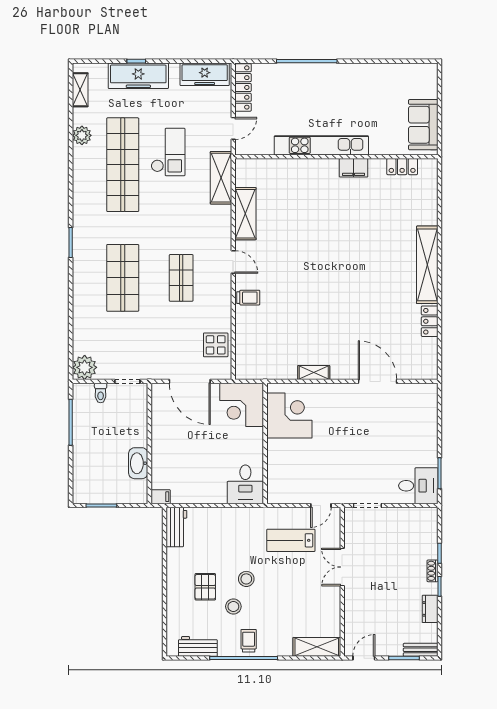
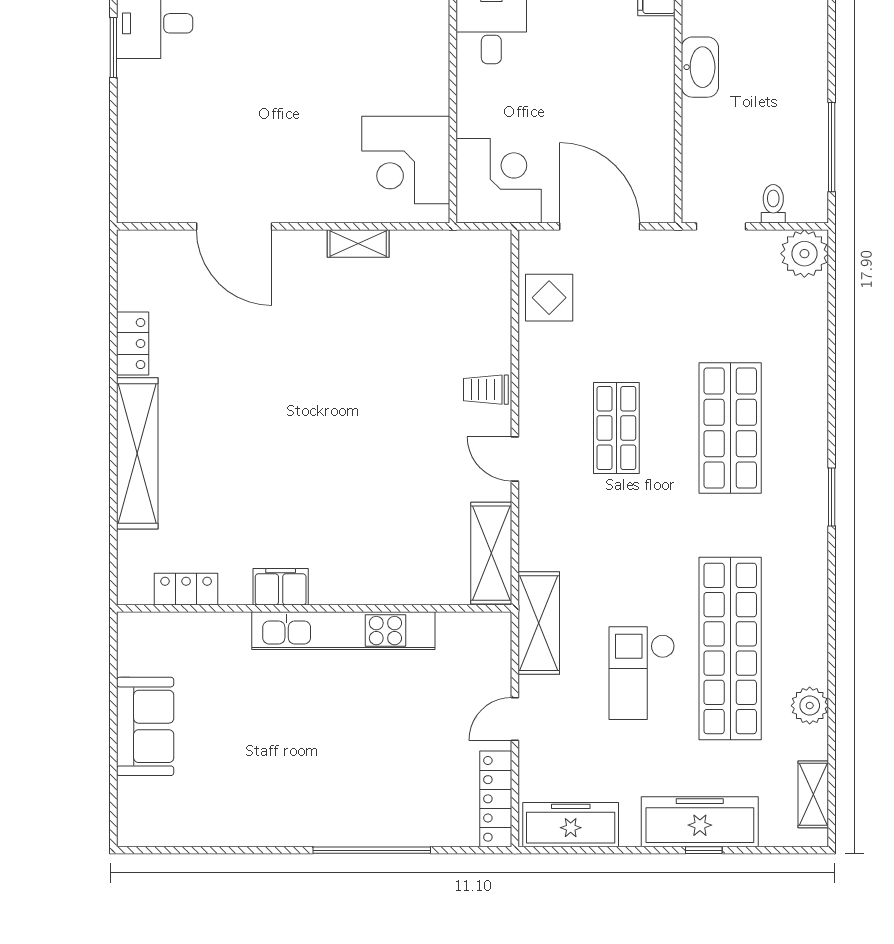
kitchen unit: (321, 145) -> (343, 631), moved
wall: (336, 157) -> (314, 608), moved
locker: (402, 167) -> (186, 589), moved
filing cabinet: (354, 168) -> (281, 587), moved

